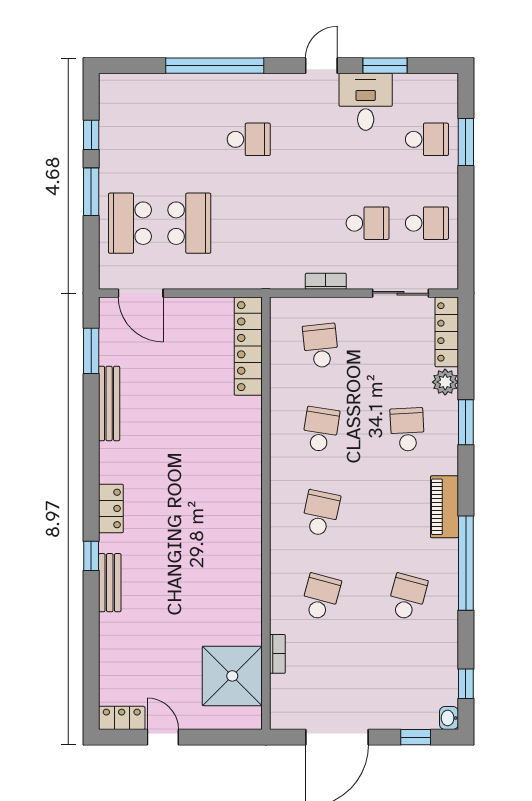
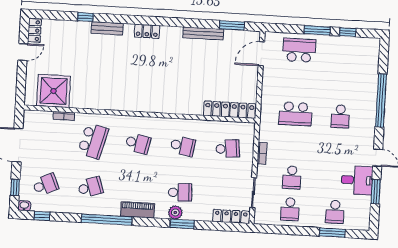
school desk: (189, 223) -> (295, 114), moved
plant: (445, 382) -> (175, 212), moved
window: (91, 556) -> (85, 17), moved
school desk: (321, 597) -> (93, 141), width x1.85
school desk: (407, 597) -> (90, 187), turned -33
school desk: (407, 681) -> (45, 185), added

